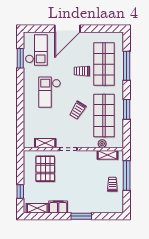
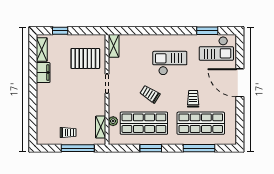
shelving: (45, 143) -> (114, 46), moved
window: (81, 216) -> (33, 98), removed

